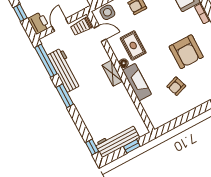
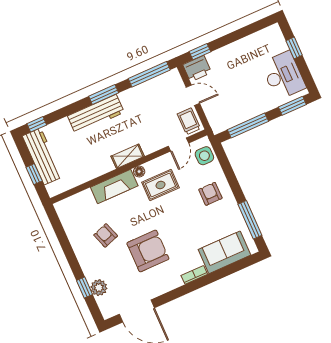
window: (20, 13) -> (200, 52), moved
armchair: (186, 52) -> (148, 251), turned 180
workbench: (64, 70) -> (96, 114), moved

